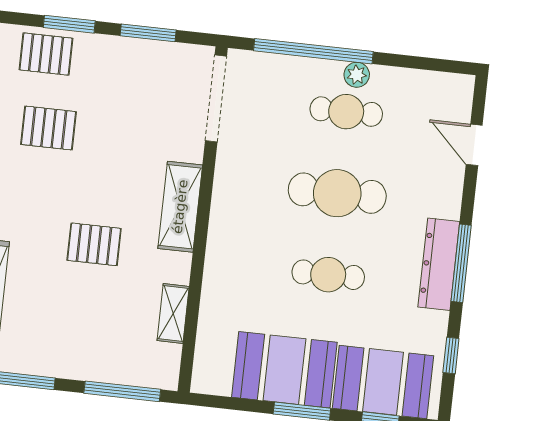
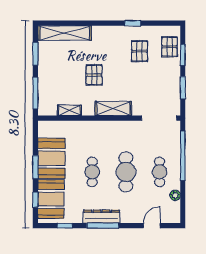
plant: (357, 75) -> (175, 195), moved

